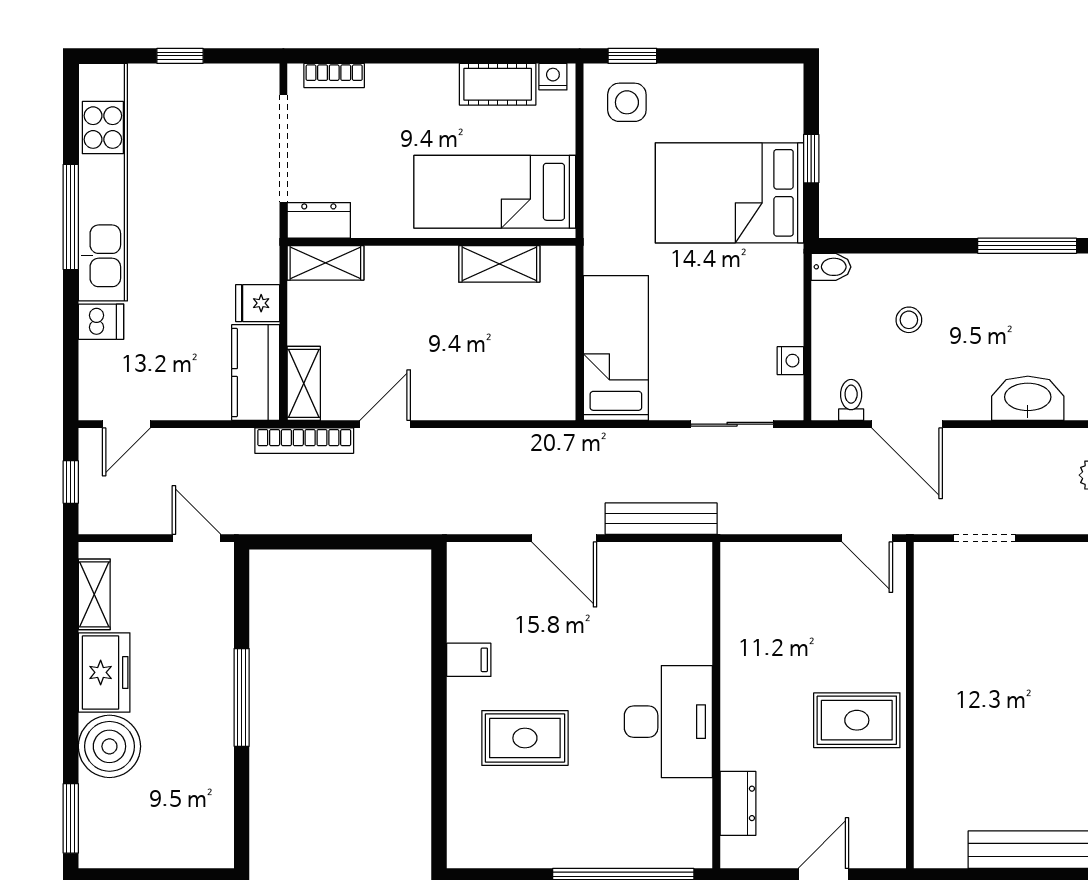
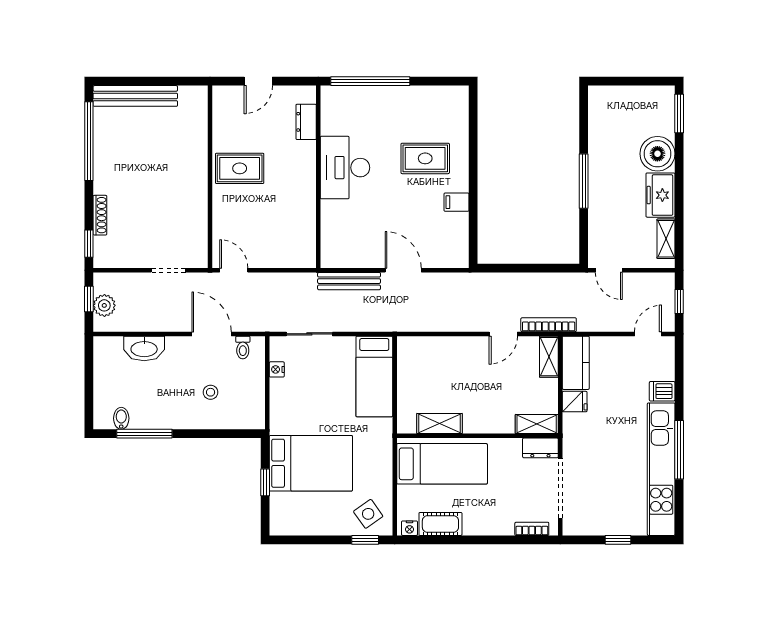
side table: (627, 102) -> (368, 514), turned -35
bidet: (831, 267) -> (121, 418), moved, turned 90

